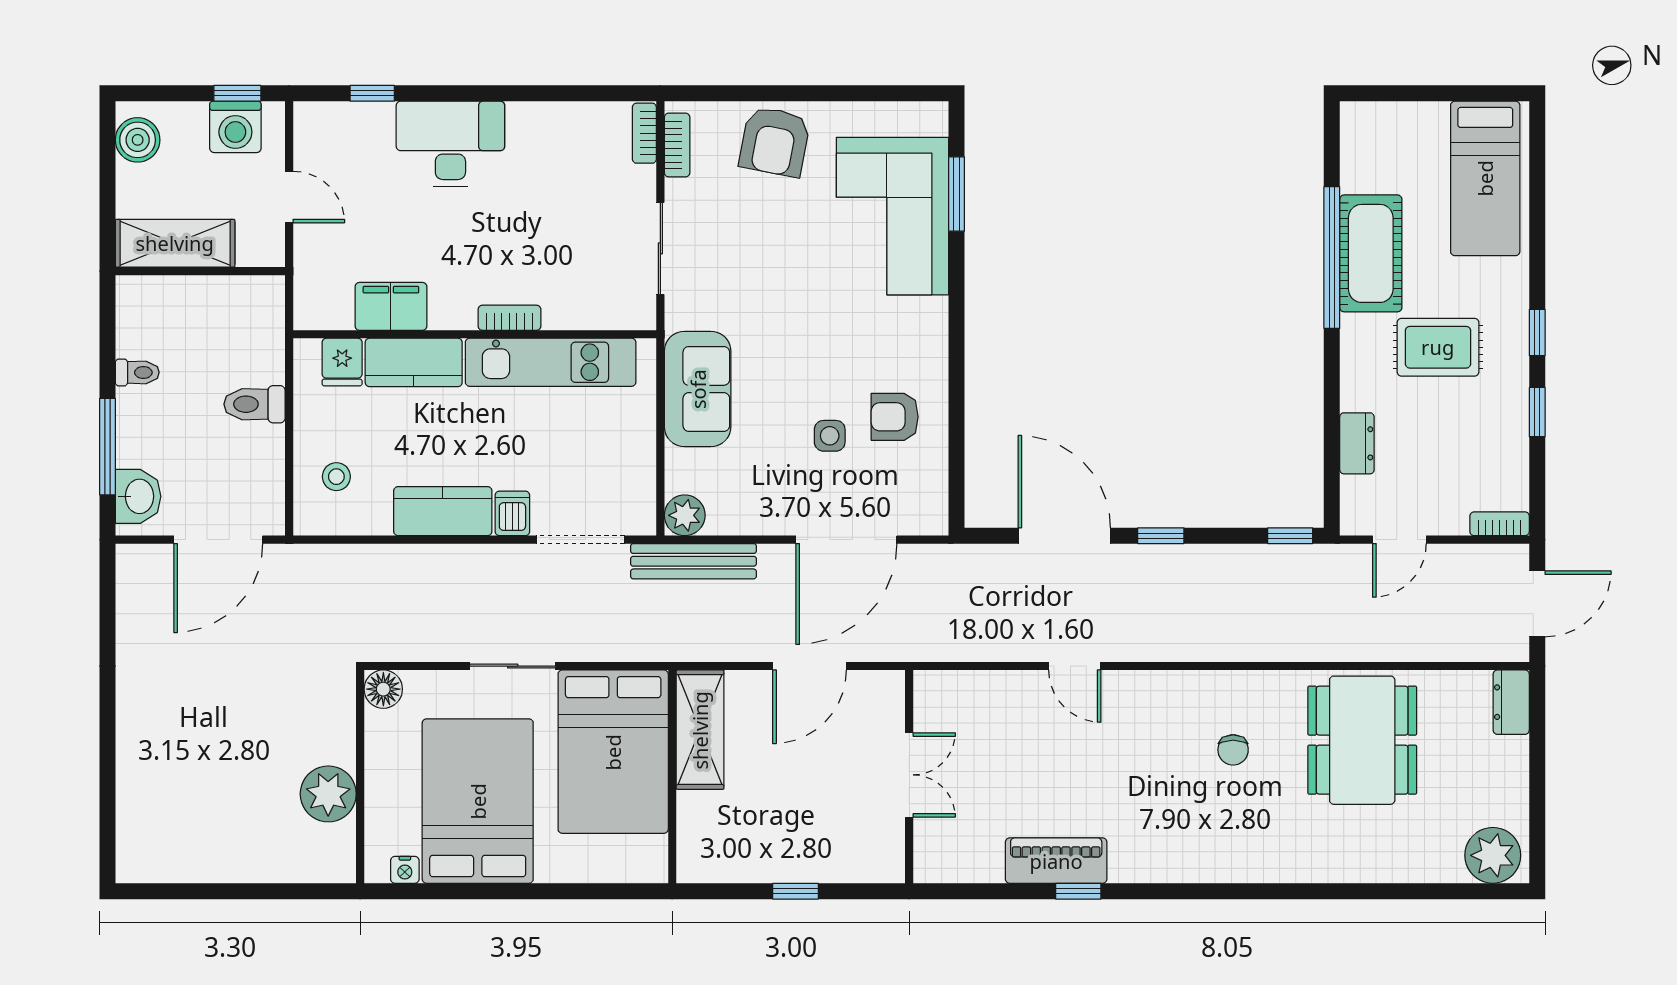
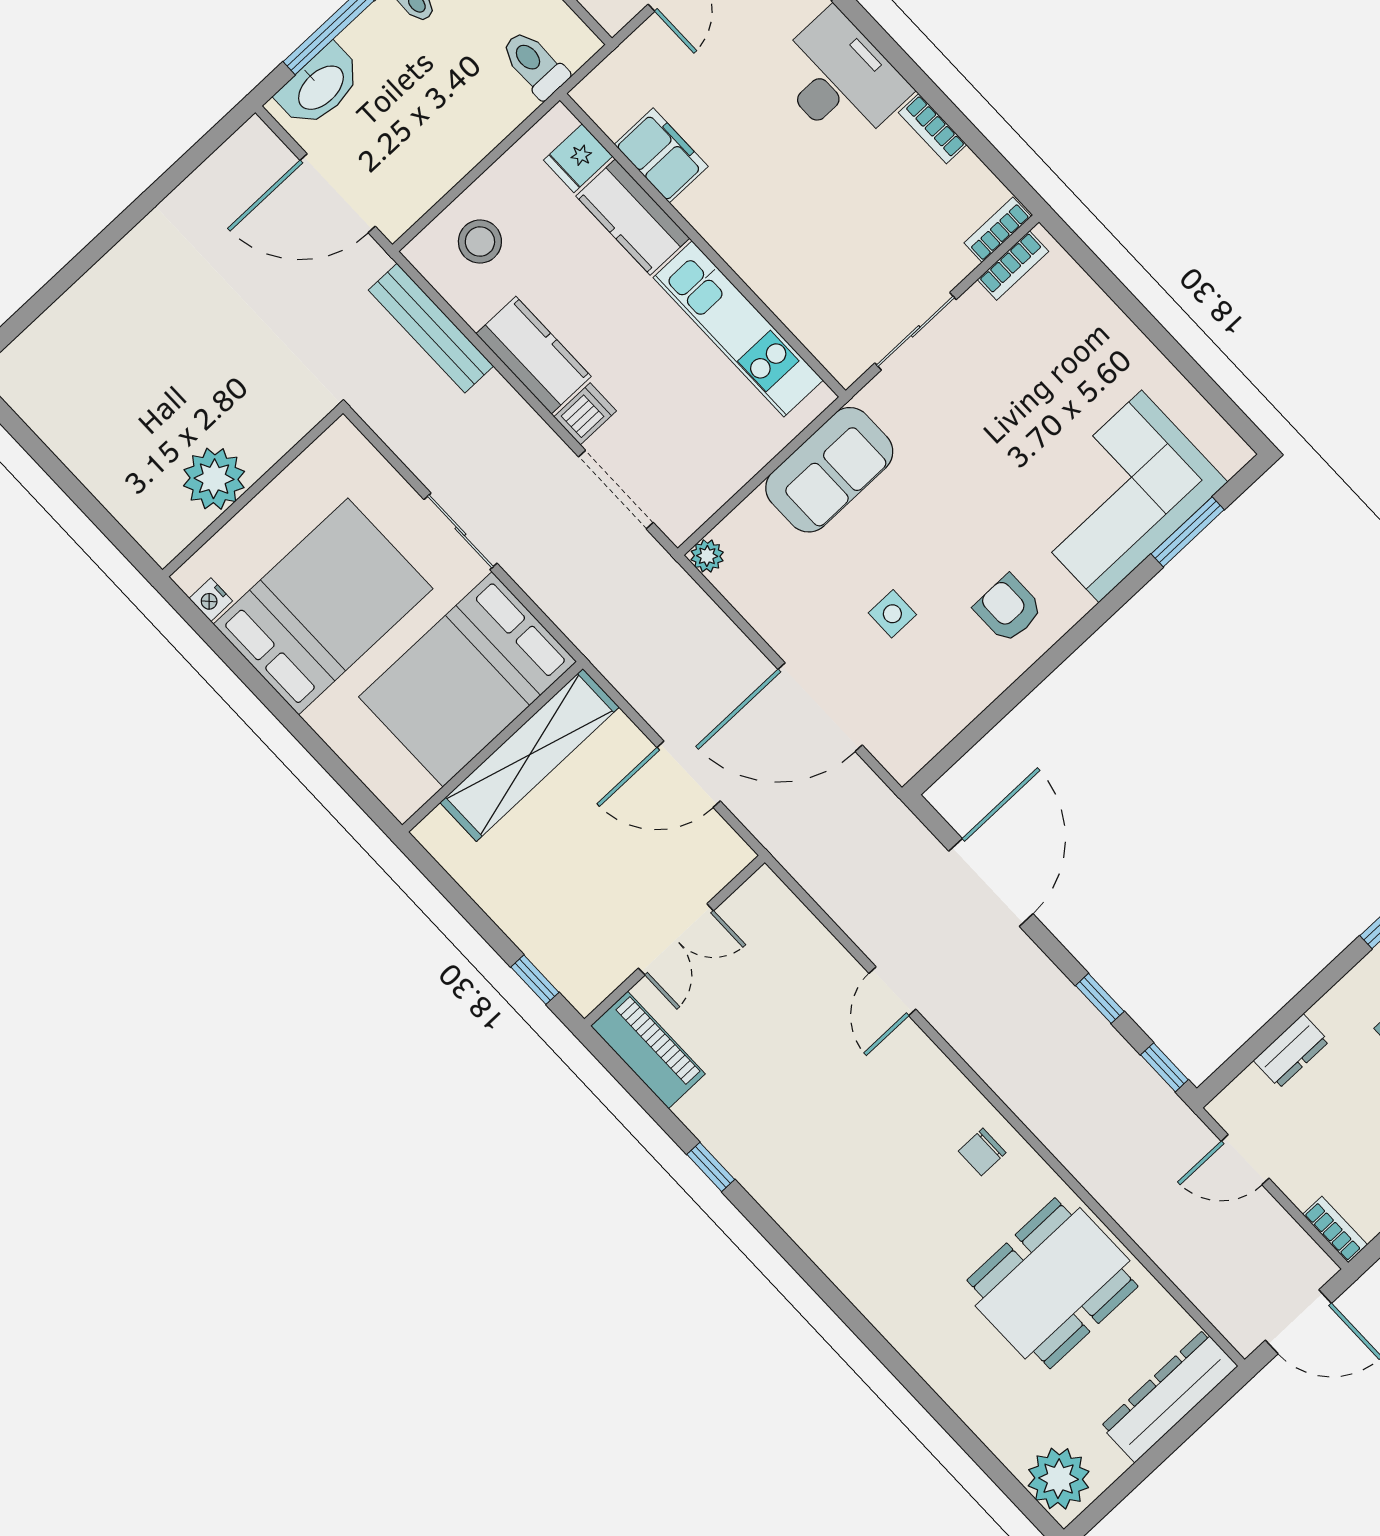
armchair: (775, 141) -> (1091, 343), removed
bookcase: (509, 318) -> (933, 129), moved, turned 180
toilet: (255, 404) -> (535, 64), moved
armchair: (895, 417) -> (1008, 609), moved
stool: (336, 477) -> (480, 242), width x1.37, depth x1.37
washbasin: (138, 496) -> (320, 87), width x1.38
plant: (685, 515) -> (707, 556), width x0.73, depth x0.73
window: (1161, 536) -> (1100, 998), moved
bench: (693, 561) -> (431, 328), moved
floor lamp: (383, 689) -> (342, 443), removed
dresser: (1511, 702) -> (1169, 1396), width x1.96, depth x1.24
shelving: (700, 730) -> (530, 755), width x1.47
chair: (1233, 750) -> (982, 1152), moved
piano: (1056, 861) -> (648, 1050), moved
window: (796, 891) -> (535, 980), moved

